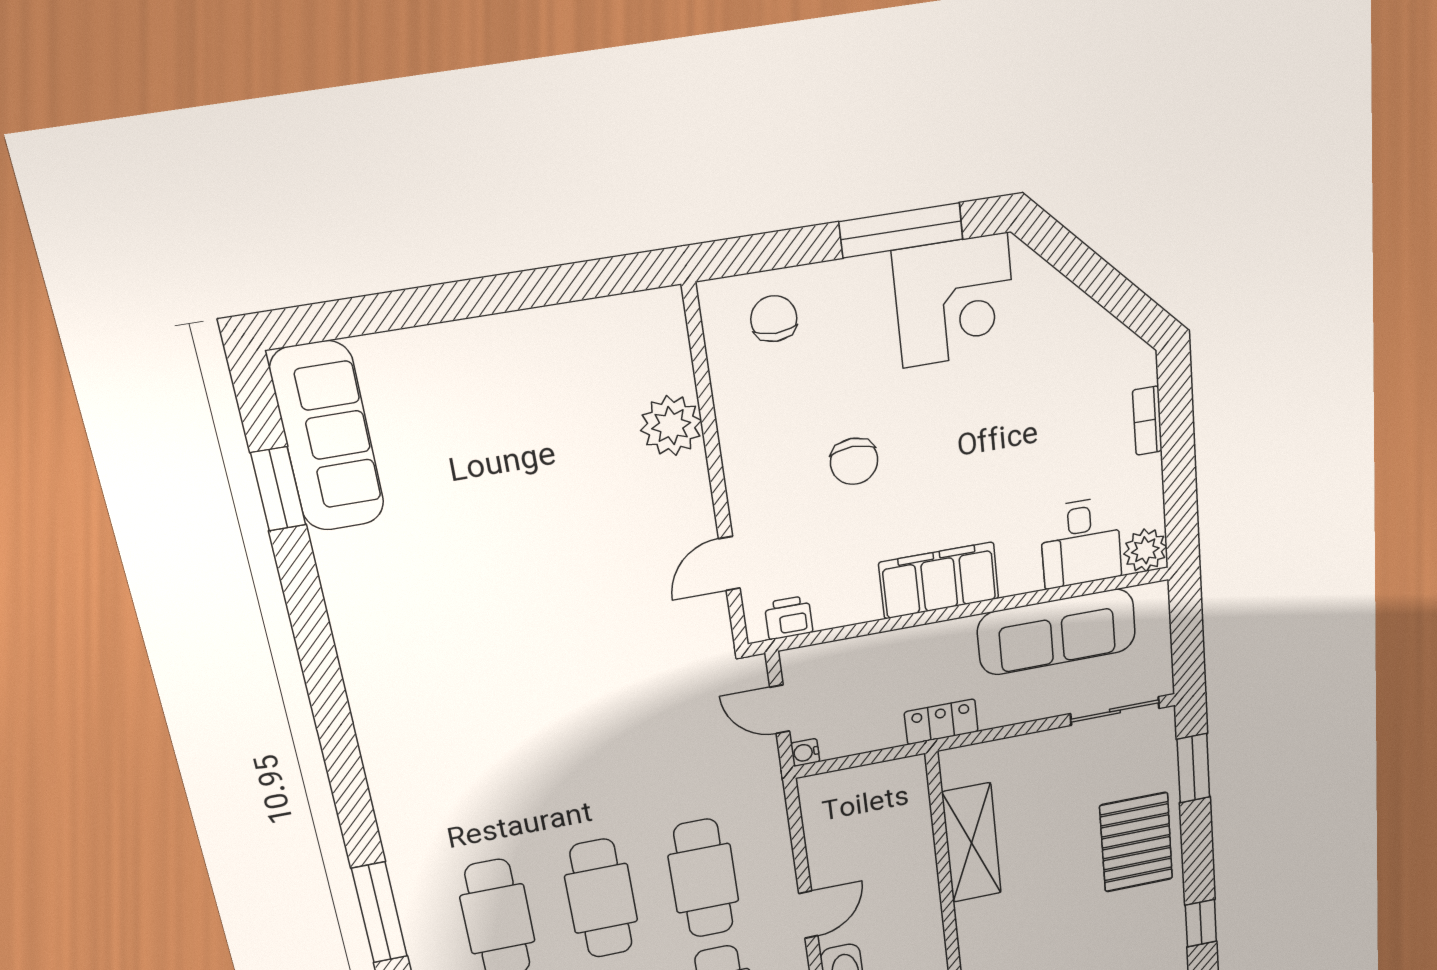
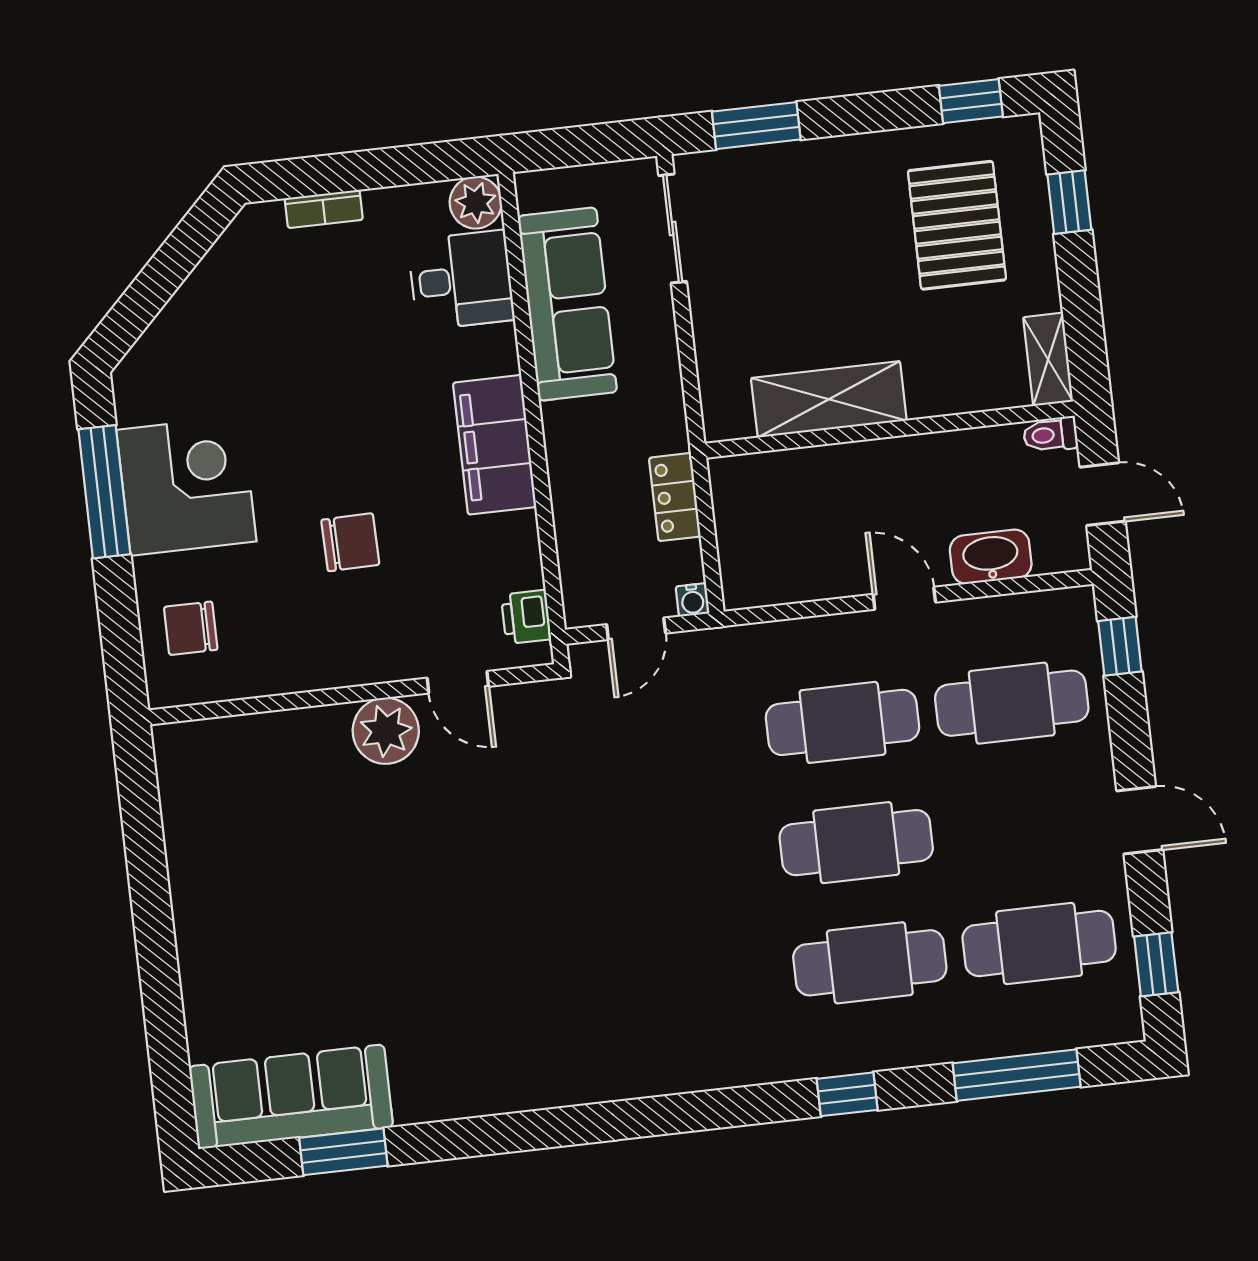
corner desk: (955, 301) -> (186, 486), moved
plant: (671, 426) -> (386, 731), moved
locker: (941, 722) -> (675, 497), moved
pallet: (1136, 842) -> (957, 225), moved, turned 90
window: (379, 912) -> (847, 1094), width x0.46

